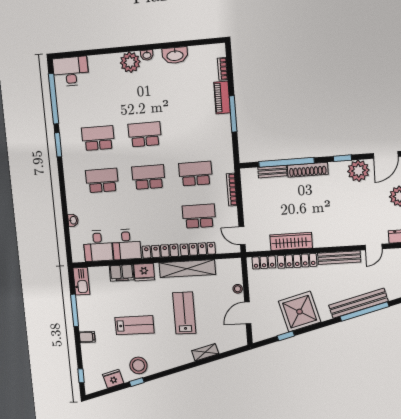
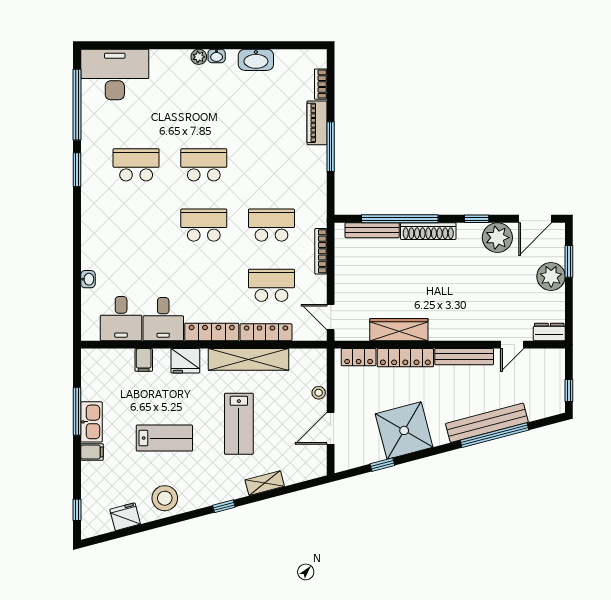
plant: (130, 62) -> (199, 57), width x0.53, depth x0.53
desk: (71, 71) -> (115, 75), width x1.36, depth x1.30
bench: (272, 172) -> (372, 230), width x1.36
school desk: (102, 180) -> (136, 225), removed
filing cabinet: (122, 273) -> (144, 360), width x0.50
kitchen sink: (81, 281) -> (91, 422), moved
lab bench: (184, 313) -> (239, 424), turned 180
window: (137, 382) -> (224, 506), moved

